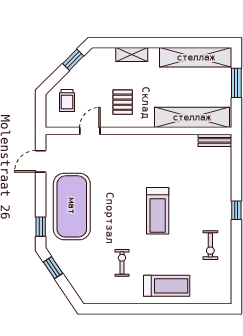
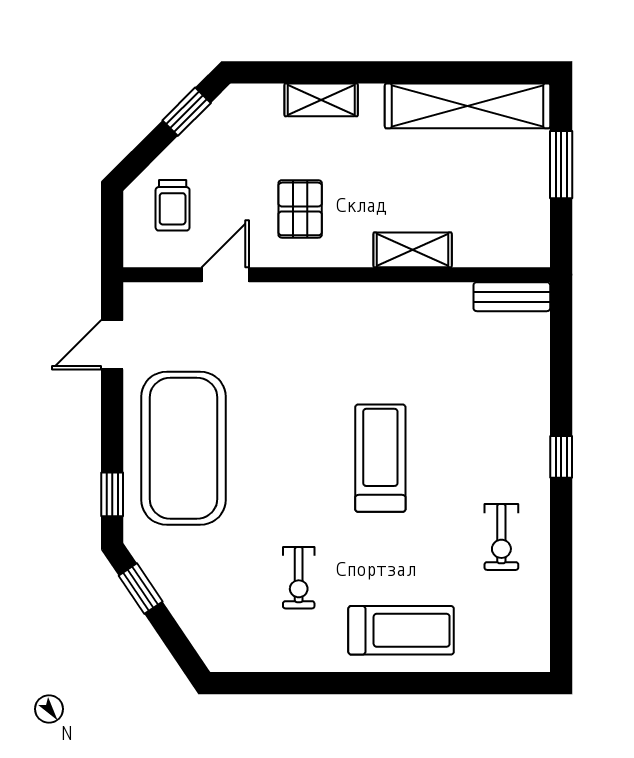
shelving: (192, 117) -> (413, 250), width x0.45, depth x0.75
treadmill: (158, 211) -> (380, 458), turned 180
exercise bike: (122, 263) -> (299, 578), turned 180

